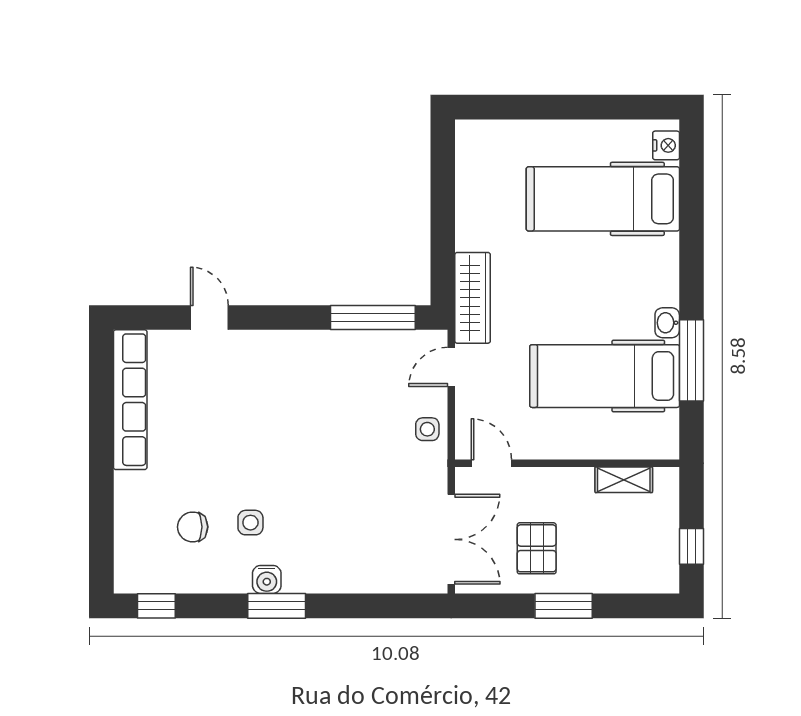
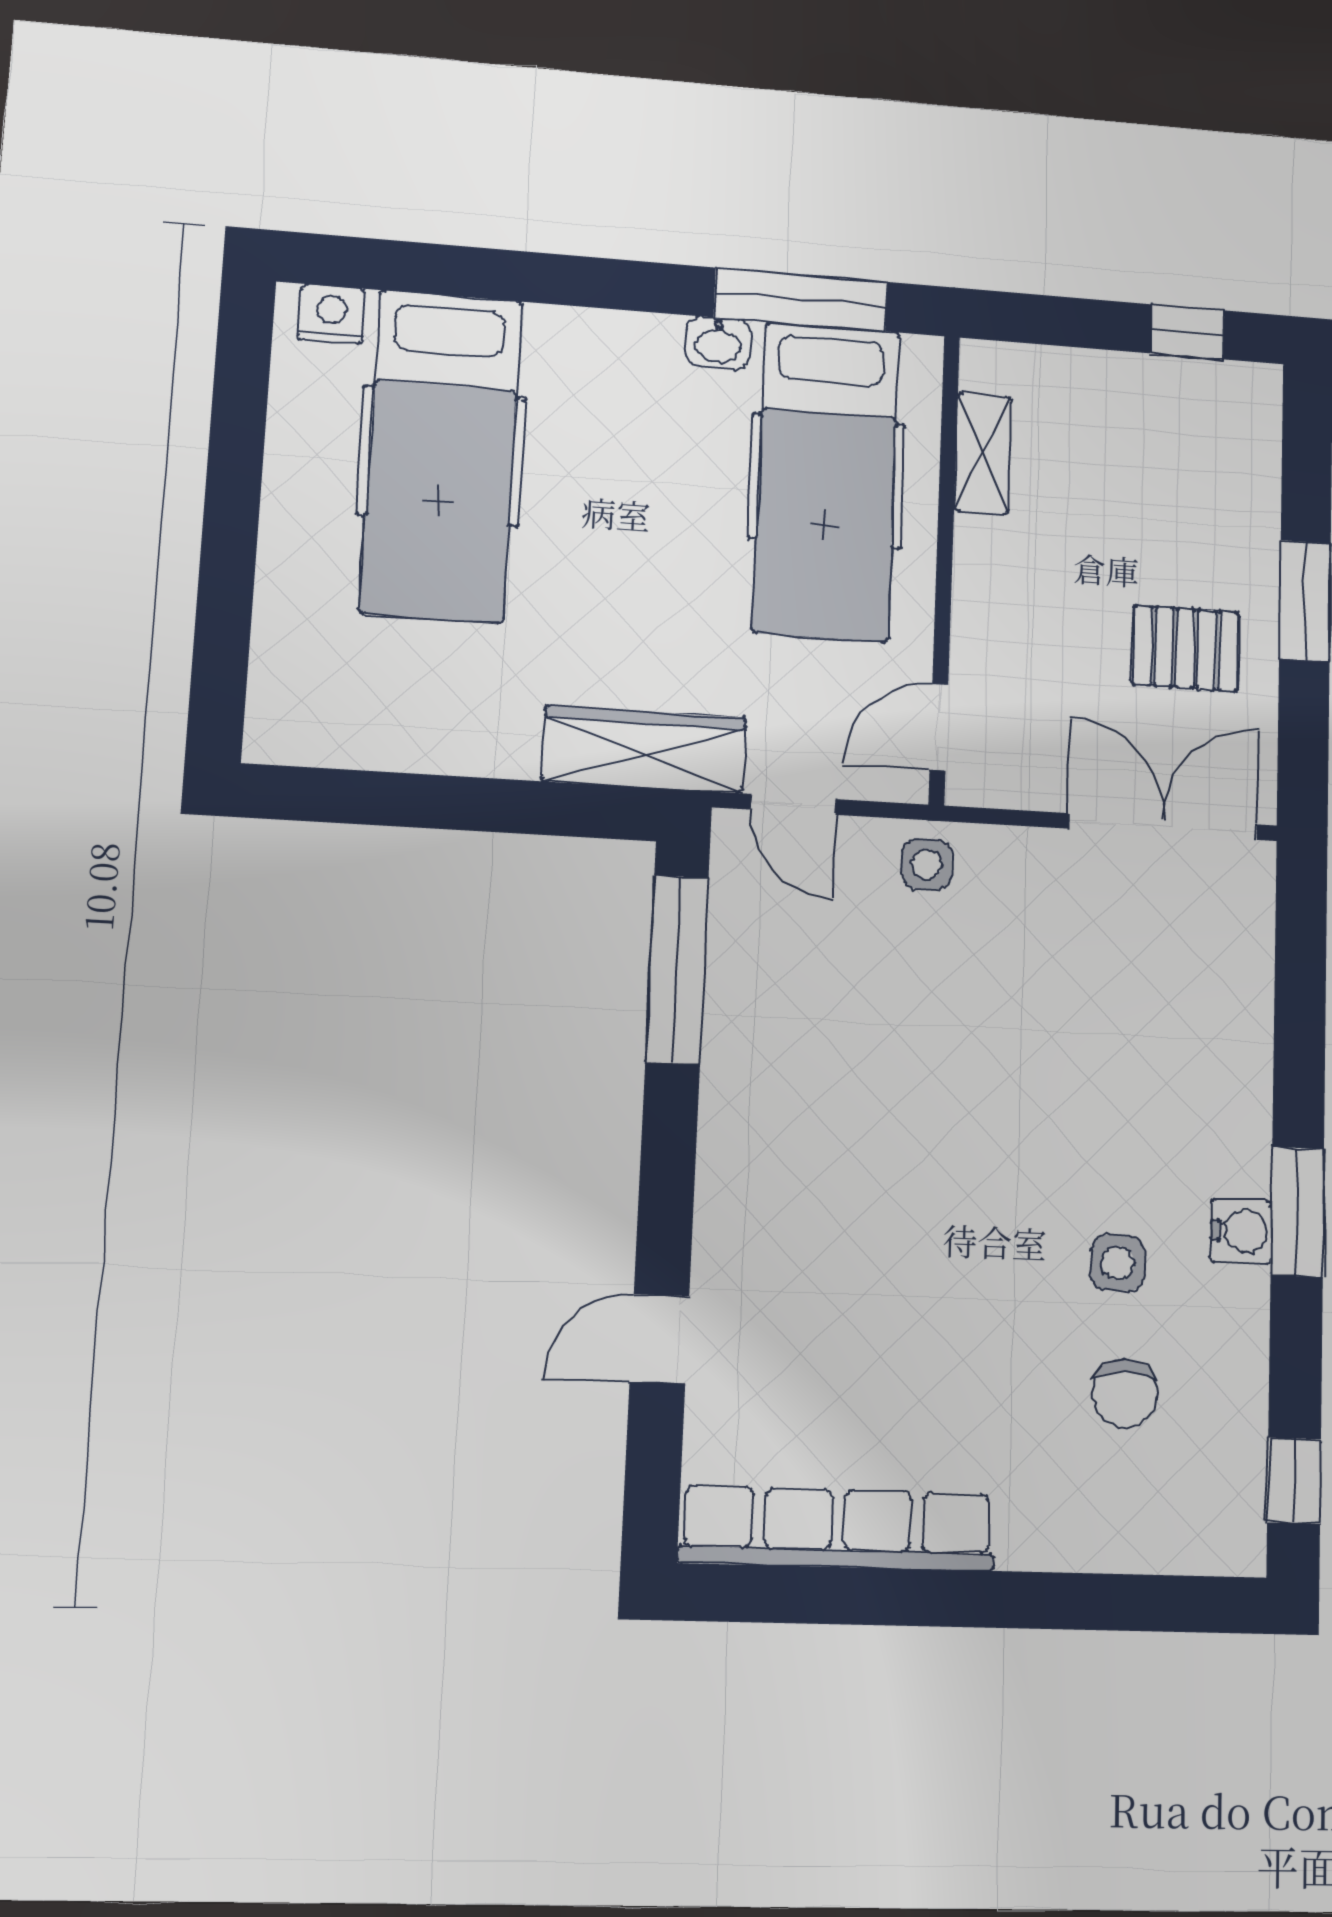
door: (491, 463) -> (939, 727), moved
wall: (567, 463) -> (944, 568), moved
shelving: (624, 480) -> (983, 453), moved

